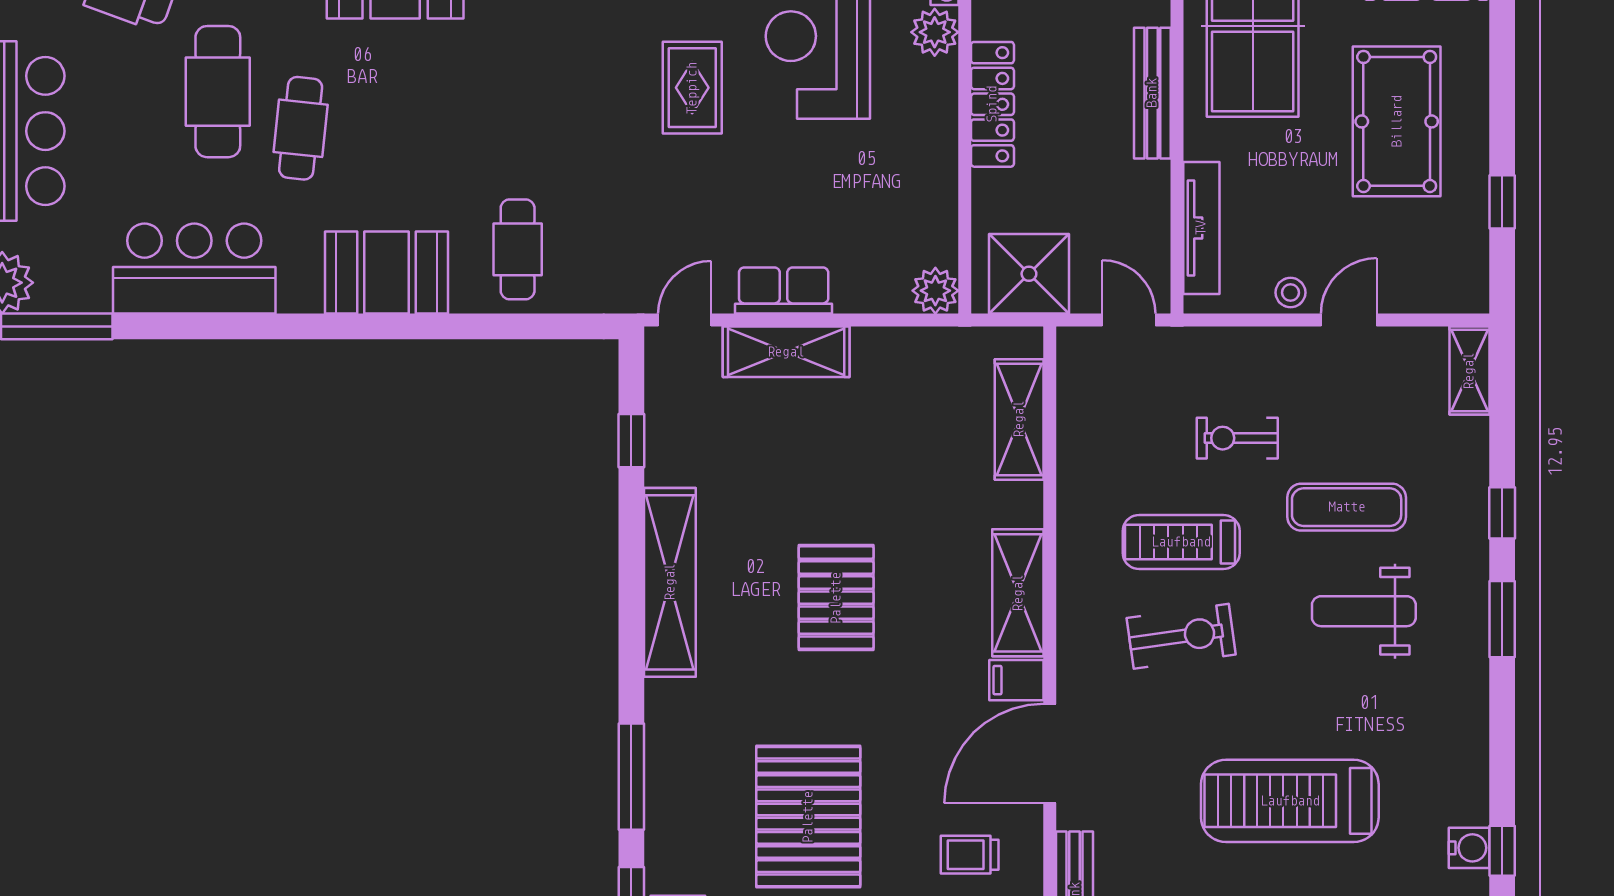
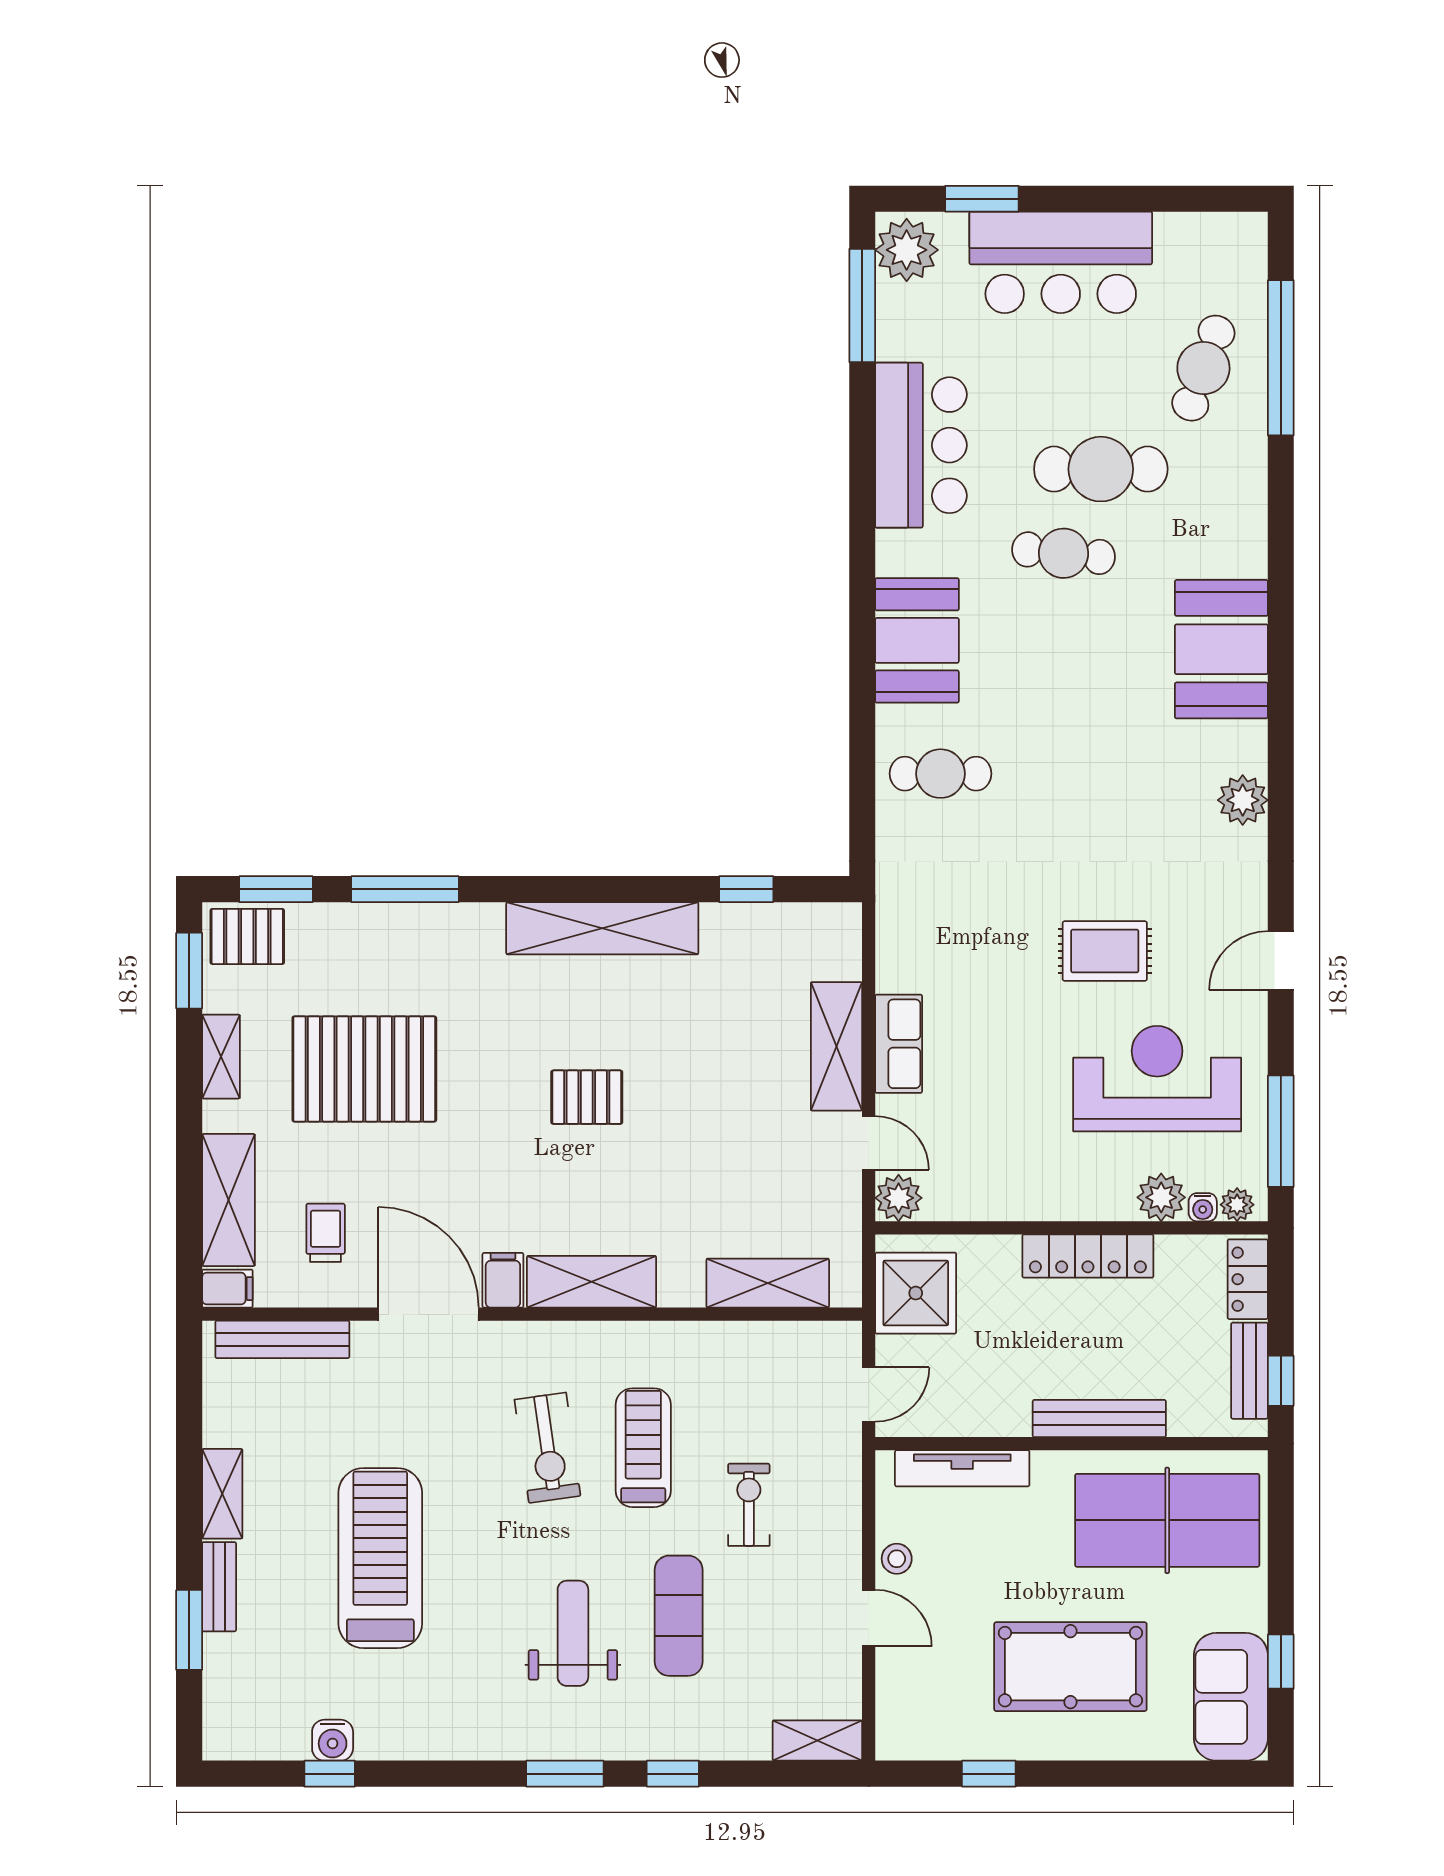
door: (685, 320) -> (869, 1143), moved
pallet: (836, 598) -> (587, 1097), width x0.67, depth x0.71

